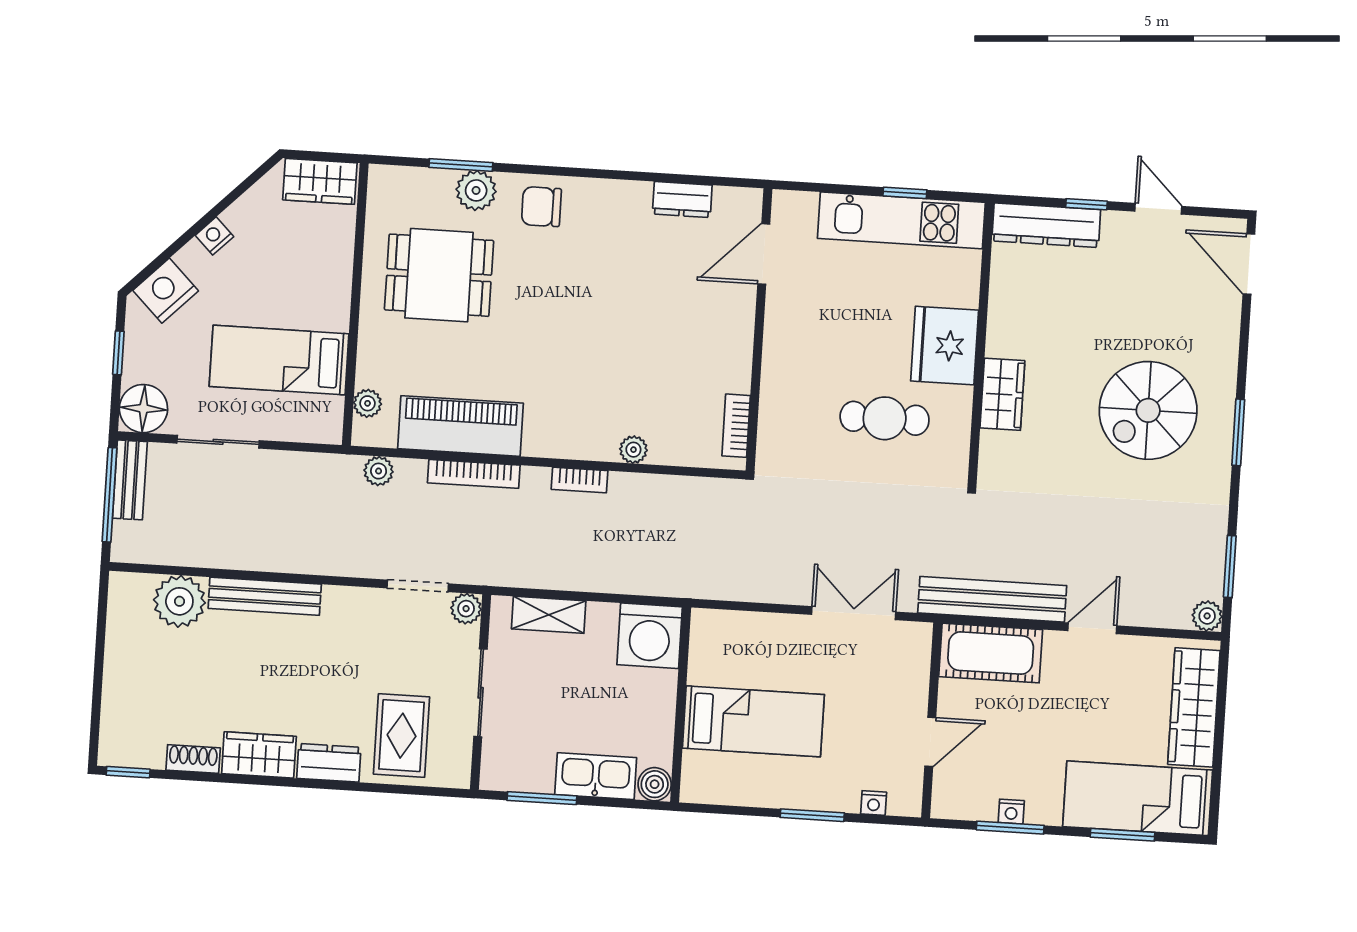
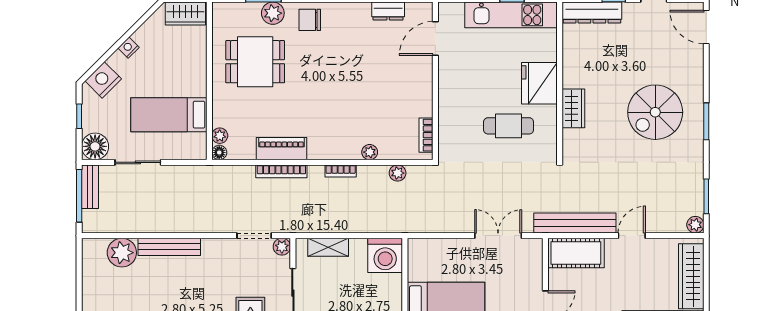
piano: (461, 426) -> (282, 149), width x0.73, depth x0.75
floor lamp: (365, 433) -> (219, 153), added
plant: (379, 471) -> (398, 173), moved

